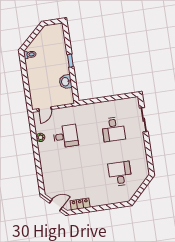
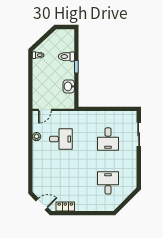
toilet: (59, 52) -> (66, 57), added

